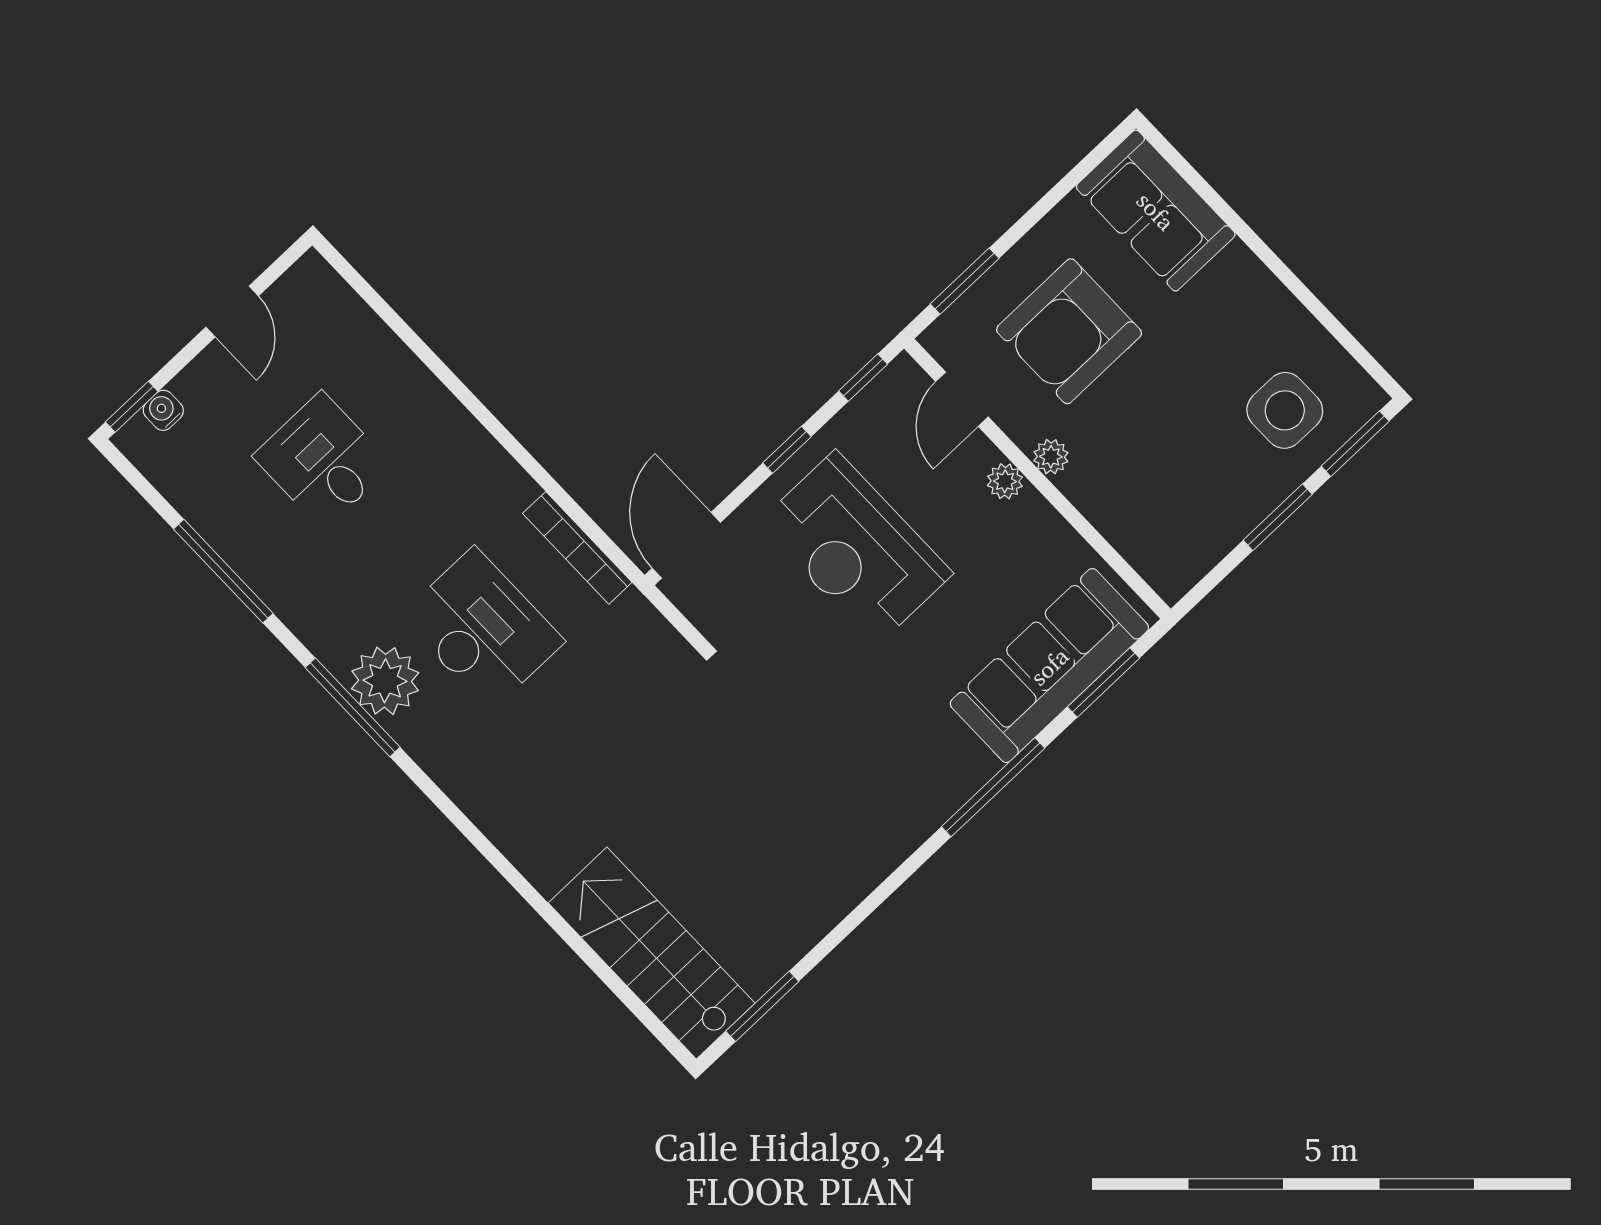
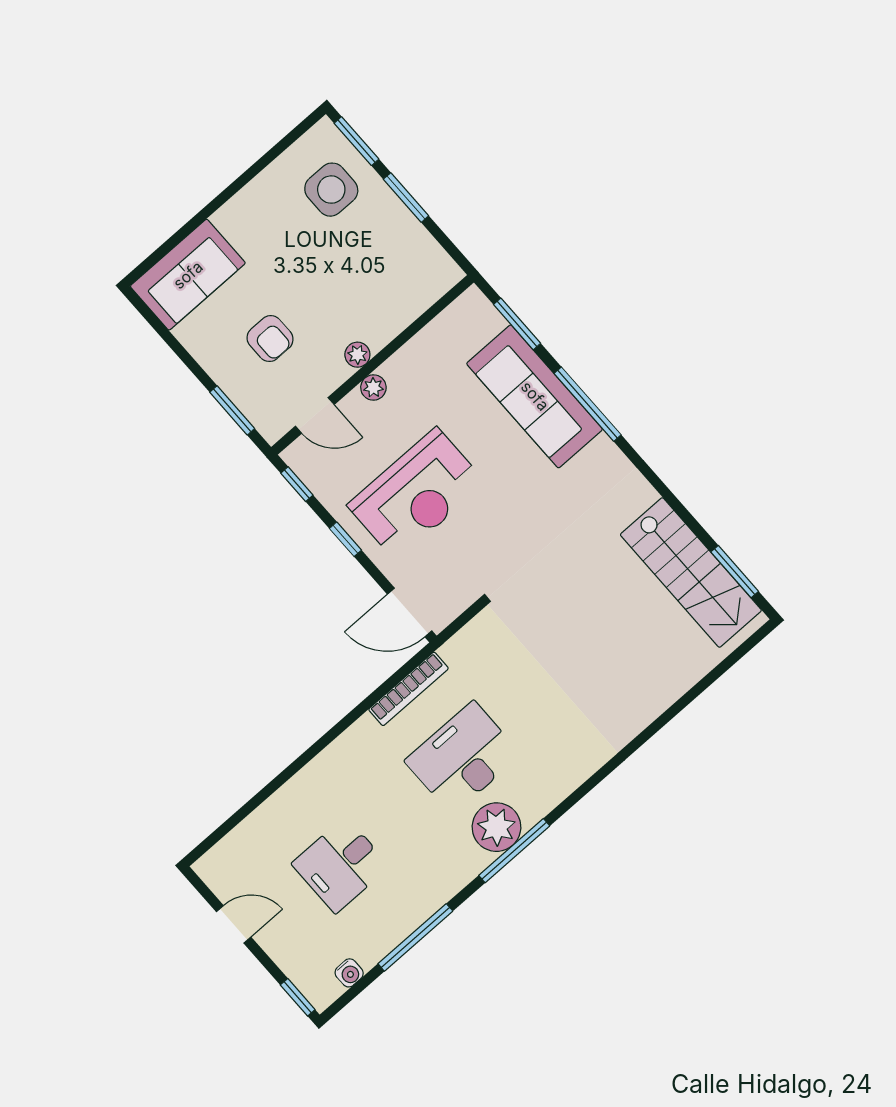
armchair: (1069, 331) -> (270, 339), width x0.53, depth x0.53
water cooler: (163, 410) -> (349, 973), moved, turned -90
sofa: (1049, 666) -> (535, 396), moved
stairs: (652, 953) -> (691, 572), moved, turned -90

